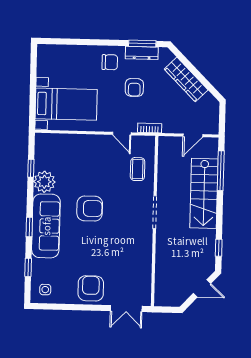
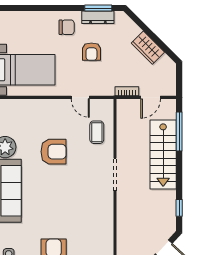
wardrobe: (186, 79) -> (148, 48), width x0.67
bookcase: (150, 128) -> (127, 91), moved
armchair: (90, 208) -> (54, 152), moved

